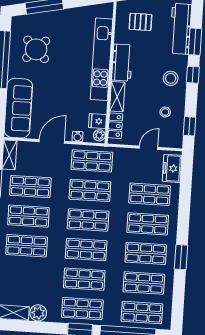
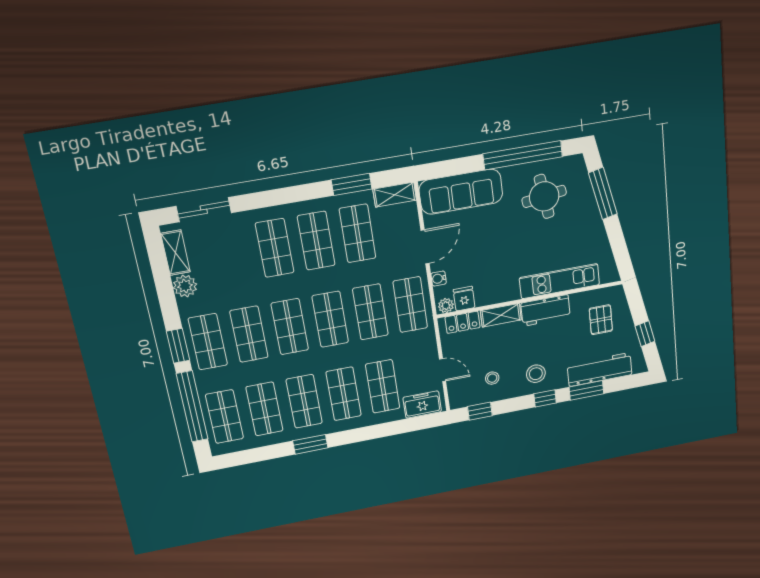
round table: (36, 49) -> (544, 196), turned 37
kitchen unit: (102, 59) -> (560, 281), width x0.73
door: (52, 141) -> (425, 247), hinge flipped

